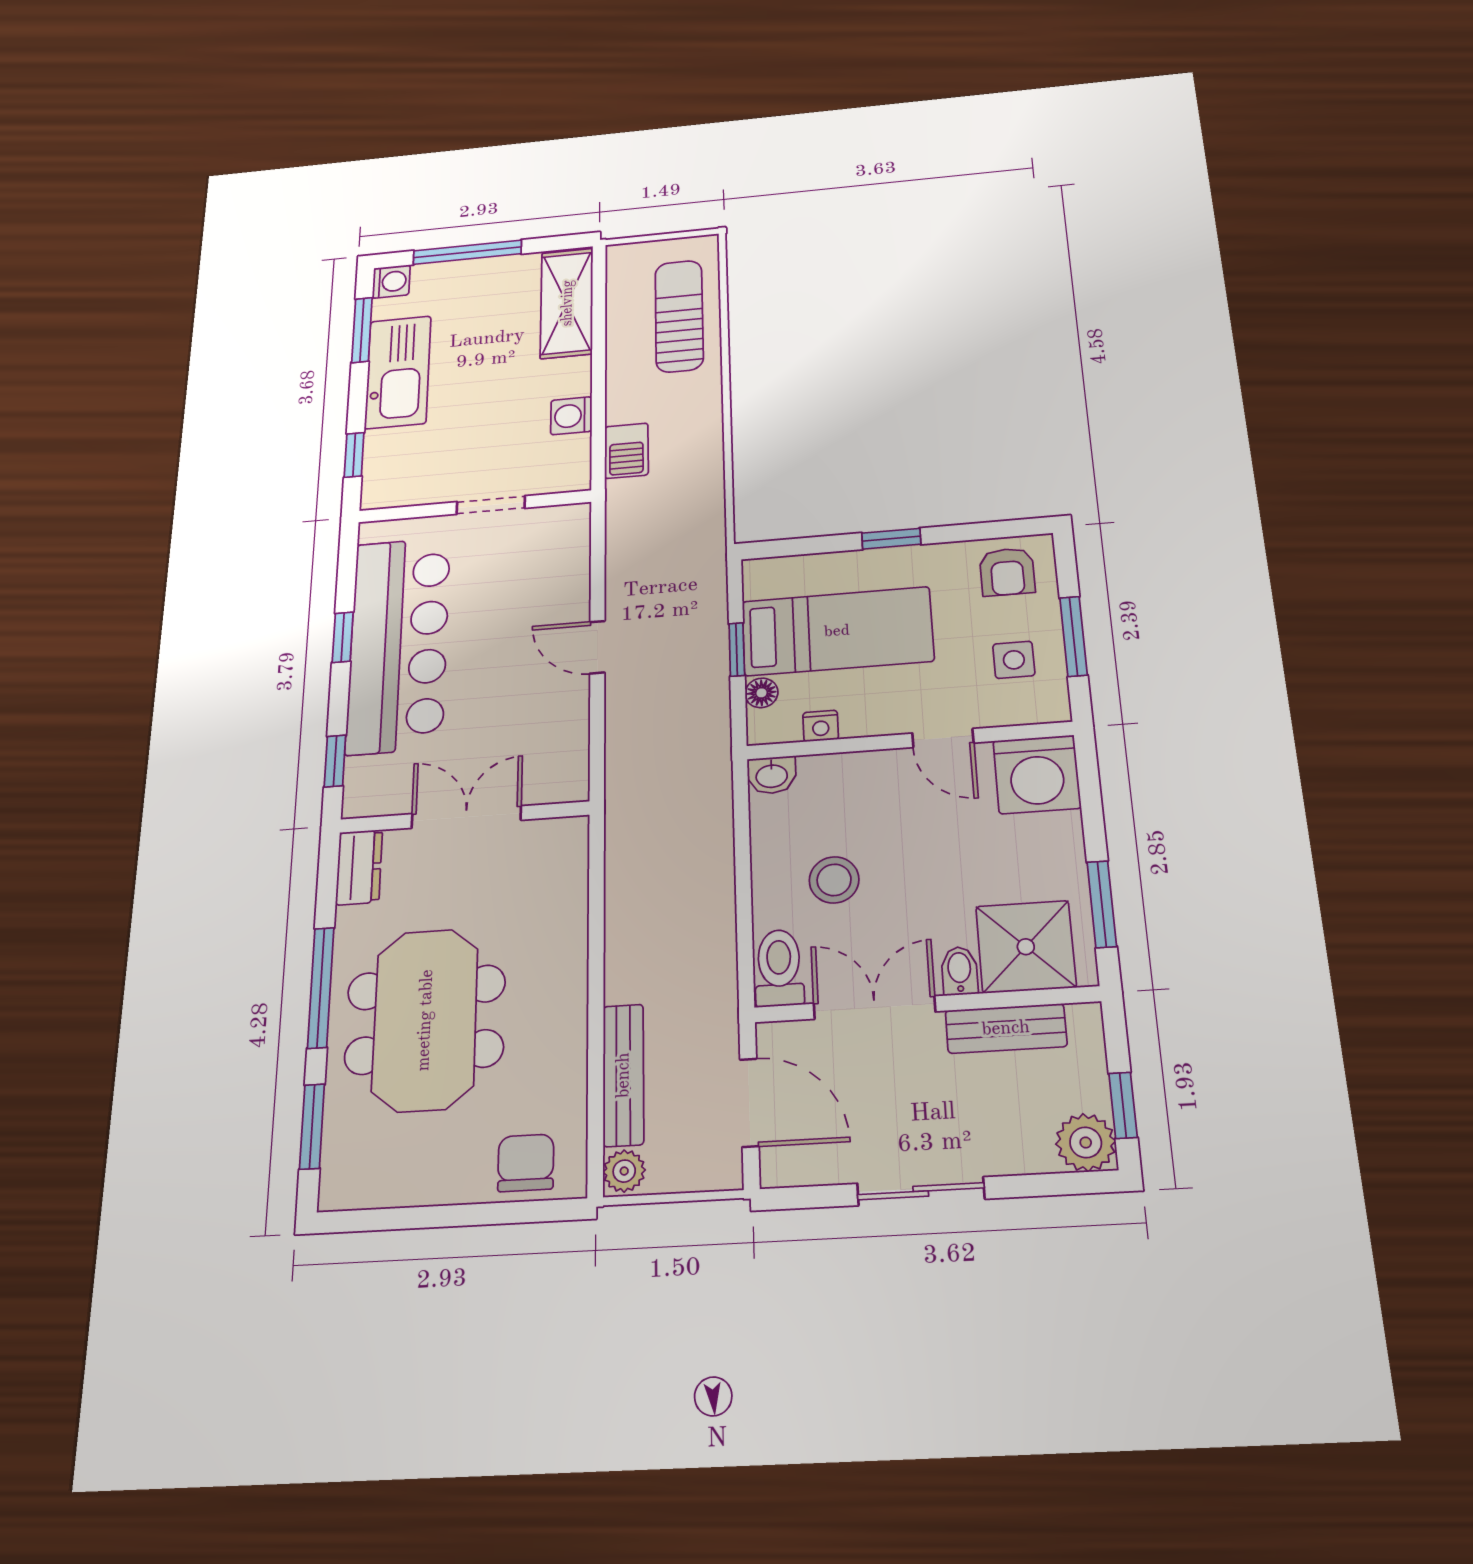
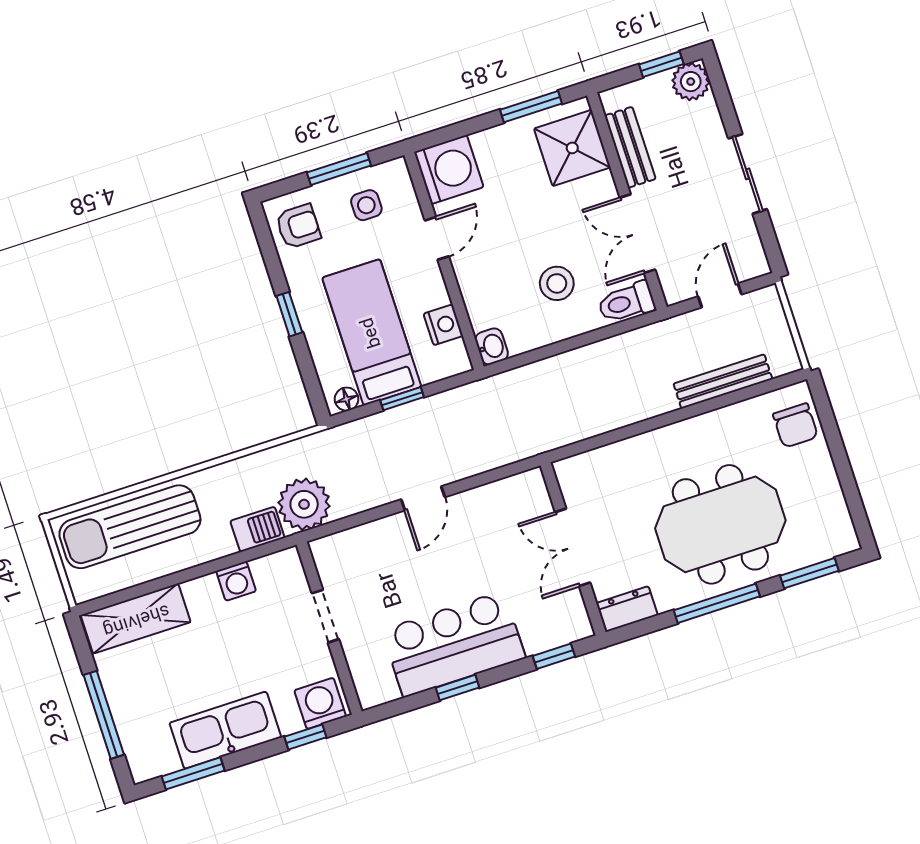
washing machine: (391, 282) -> (320, 703), moved, width x1.38, depth x1.38
sun lounger: (679, 316) -> (130, 527), width x1.36, depth x1.34
bar counter: (399, 644) -> (454, 644), width x0.73
floor lamp: (761, 693) -> (347, 399), moved
nightstand: (821, 726) -> (443, 325), width x1.39, depth x1.35
bidet: (959, 971) -> (599, 186), removed
door: (749, 1103) -> (720, 295), width x0.73
chair: (526, 1163) -> (795, 425), turned -90
plant: (624, 1171) -> (304, 504), moved, width x1.87, depth x1.87

